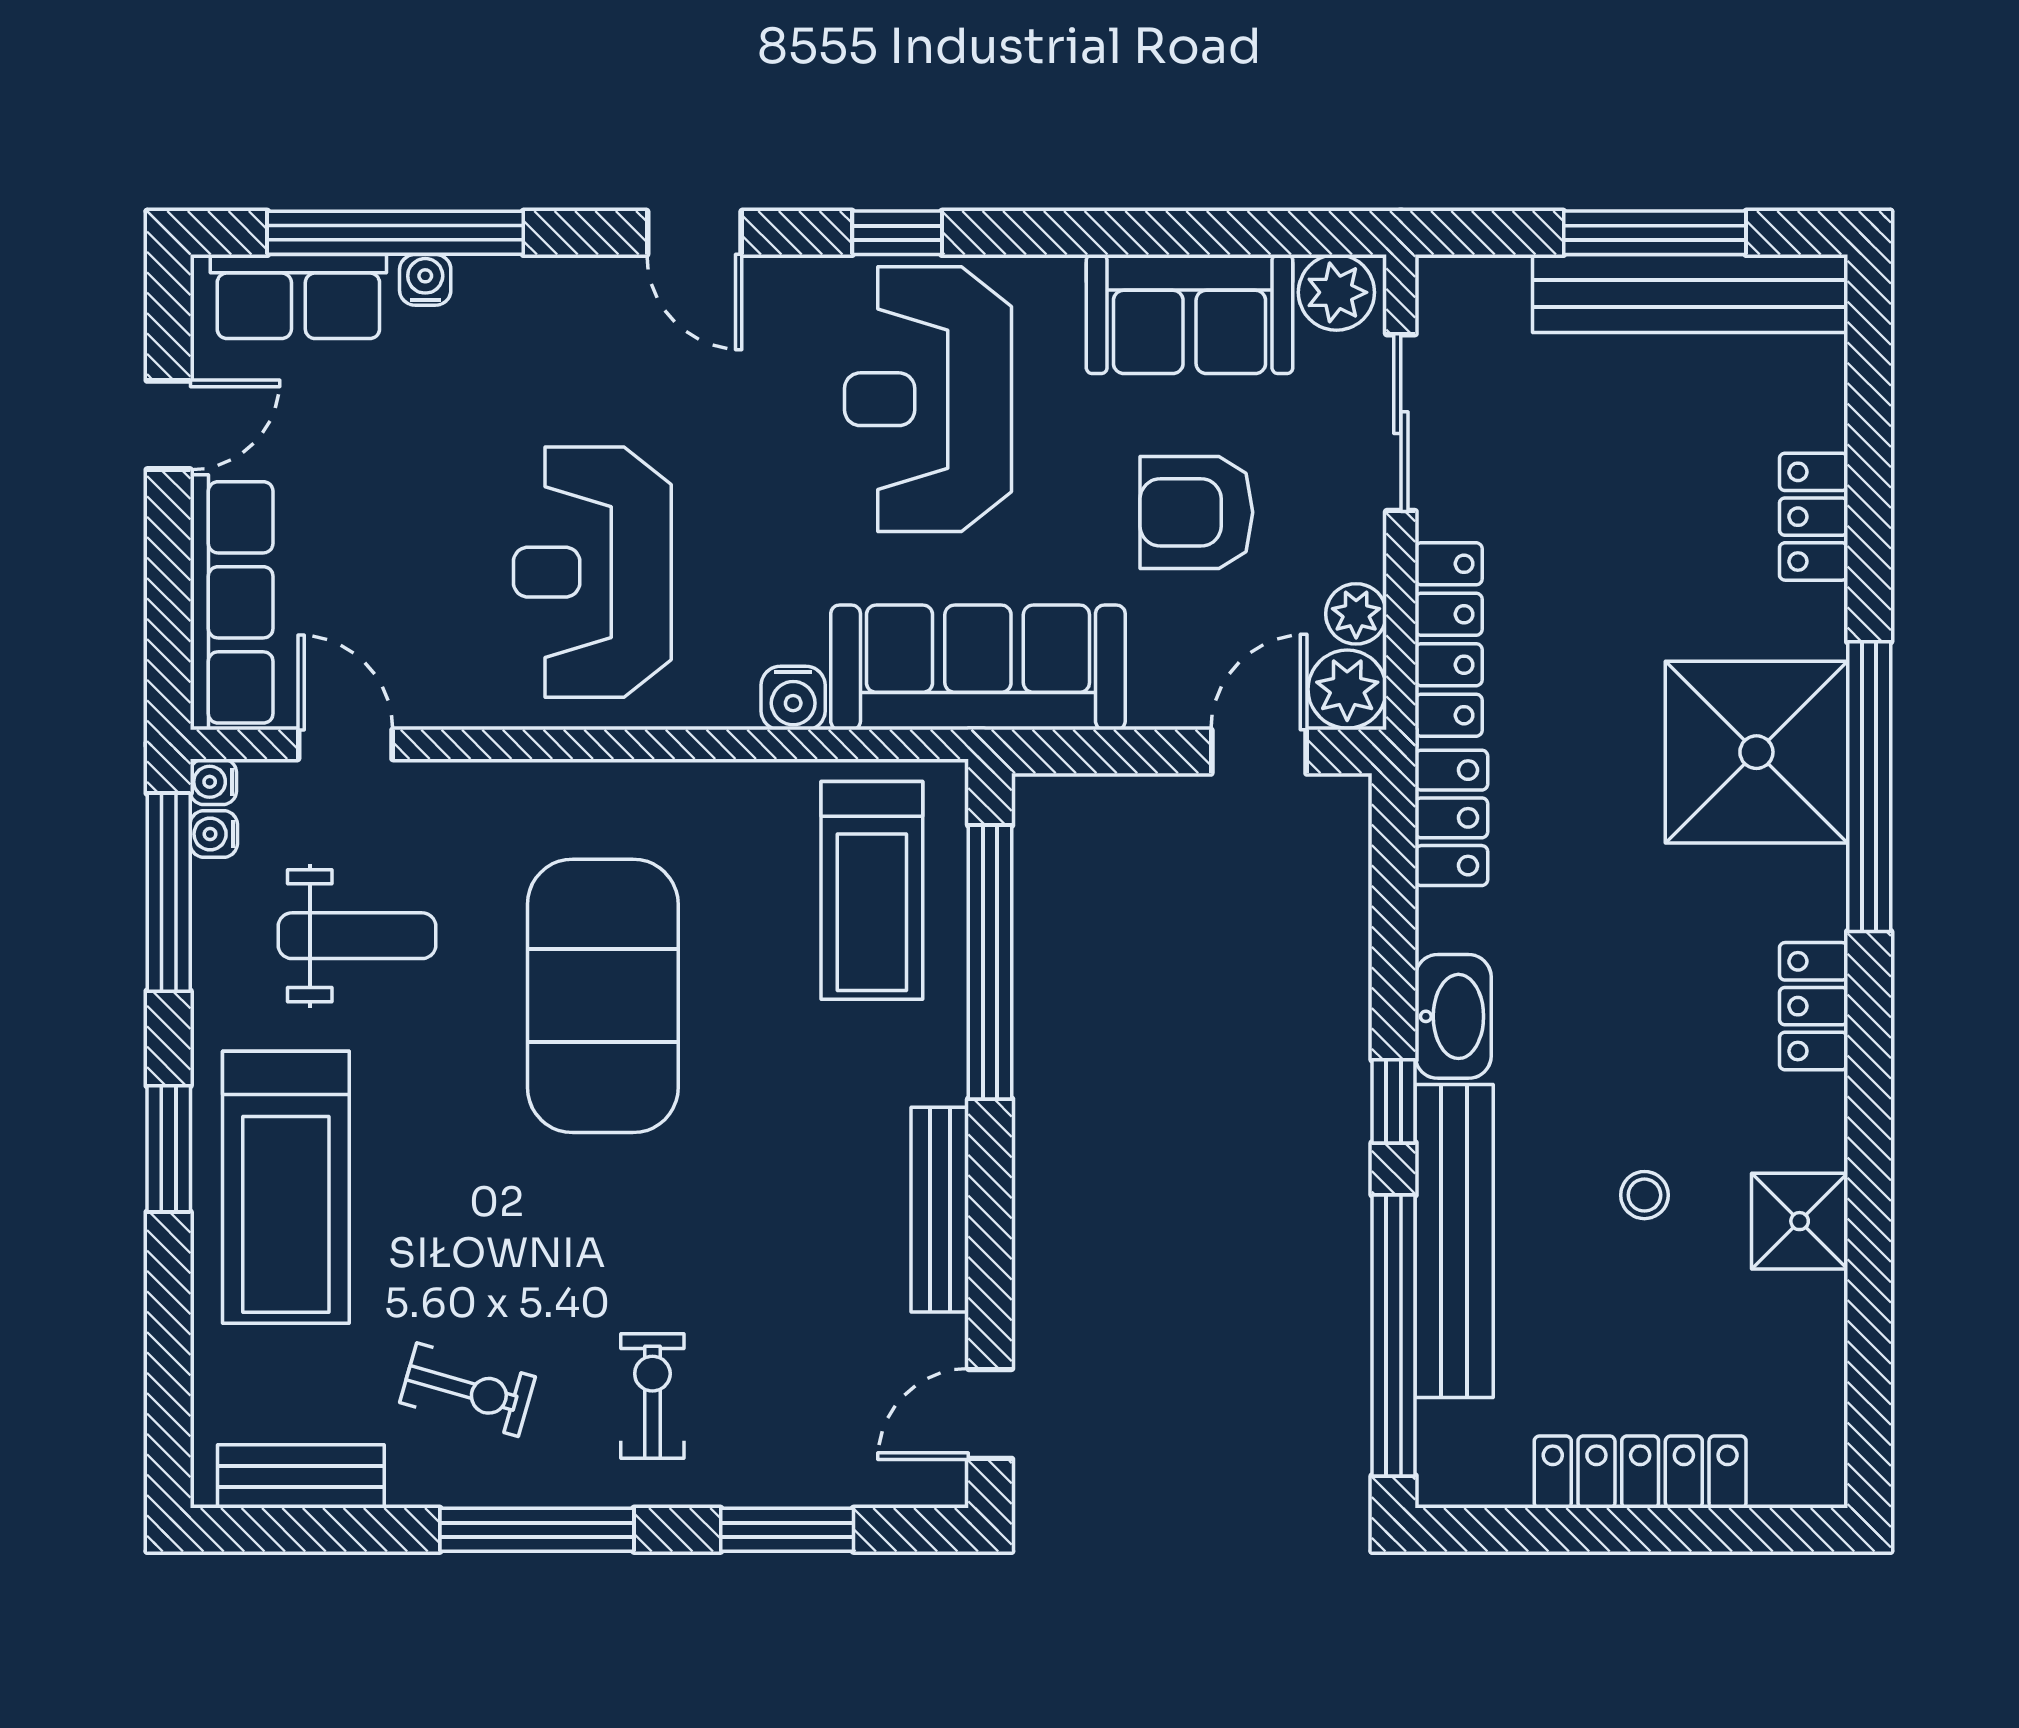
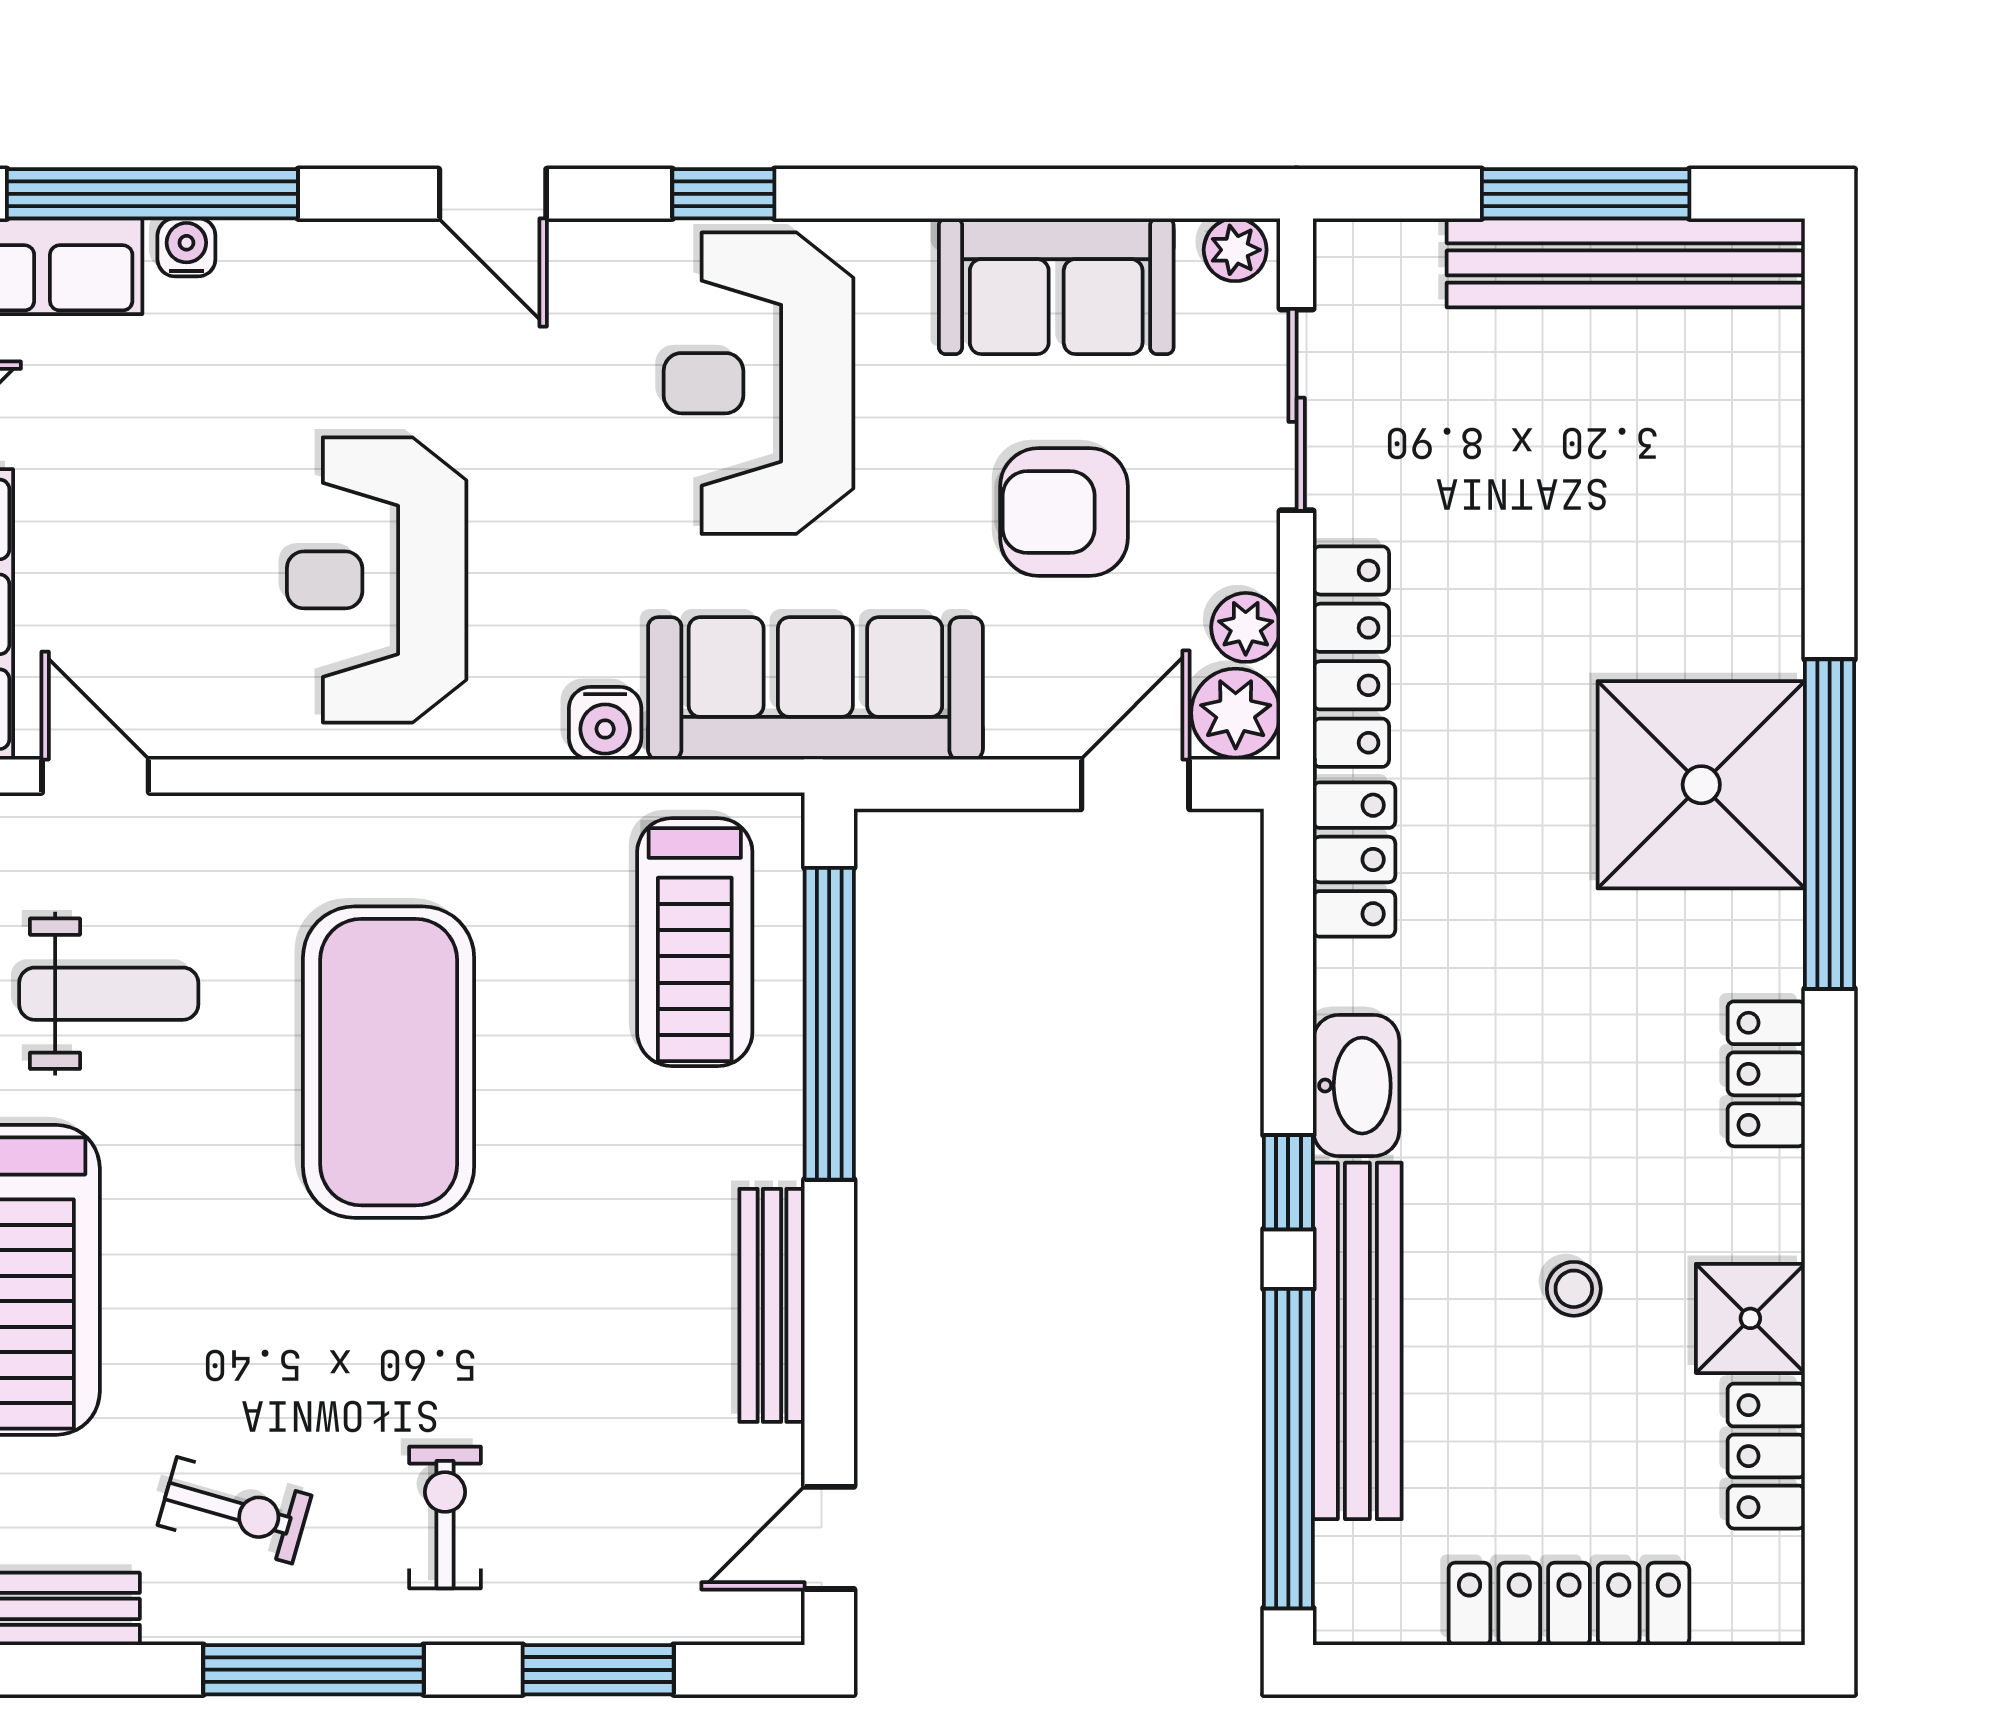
plant: (1336, 292) -> (1235, 250), width x0.73, depth x0.73
locker: (1814, 517) -> (1766, 1456), moved

